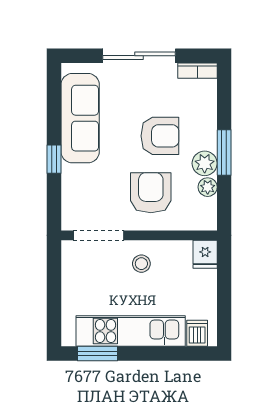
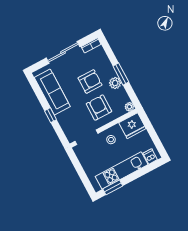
plant: (208, 187) -> (129, 107), moved
fridge: (205, 254) -> (132, 126), width x1.88, depth x1.34

